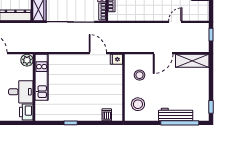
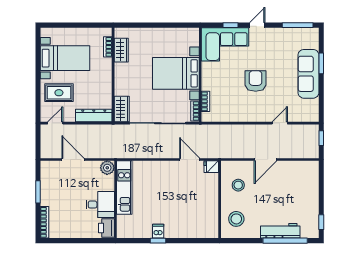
shelving: (192, 61) -> (300, 169), removed
dishwasher: (107, 115) -> (158, 231), moved

